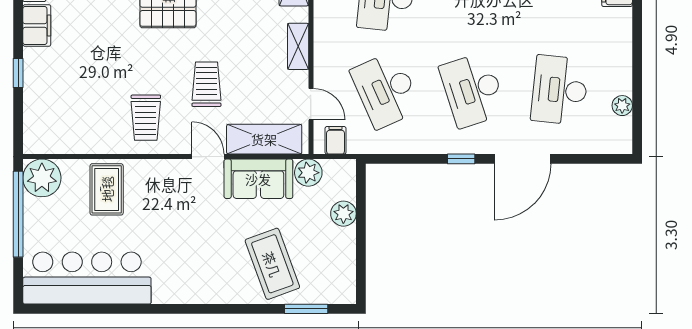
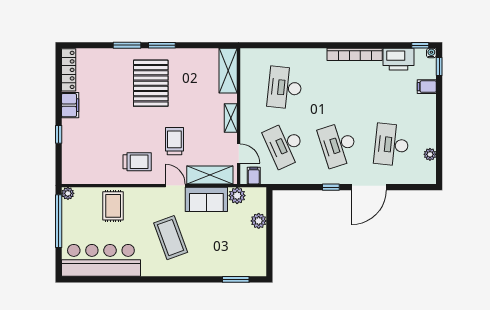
trolley: (146, 118) -> (137, 162), turned -90
plant: (42, 178) -> (68, 193), width x0.53, depth x0.53
coffee table: (272, 264) -> (171, 238), moved

